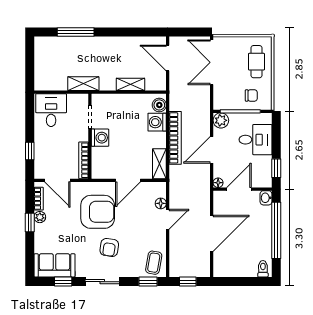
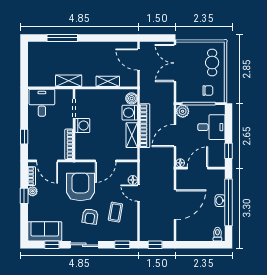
shelving: (159, 164) -> (132, 135), moved
washbasin: (266, 198) -> (220, 201), moved
armchair: (98, 212) -> (80, 187), turned -90
door: (168, 219) -> (139, 193), swing flipped
coffee table: (154, 263) -> (115, 212), moved

